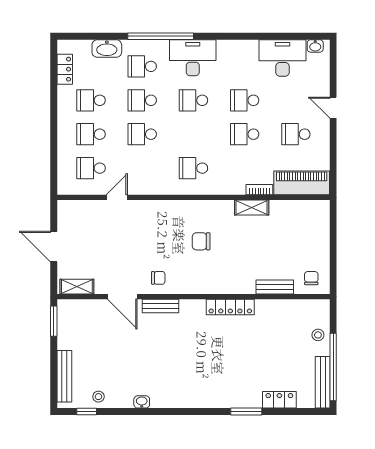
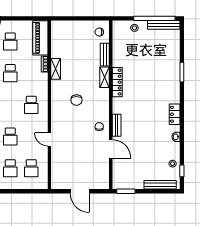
door: (117, 197) -> (49, 140), moved
door: (54, 247) -> (80, 191), hinge flipped
shelving: (77, 287) -> (105, 77), moved
door: (122, 297) -> (111, 149), hinge flipped
locker: (279, 400) -> (175, 114), moved

